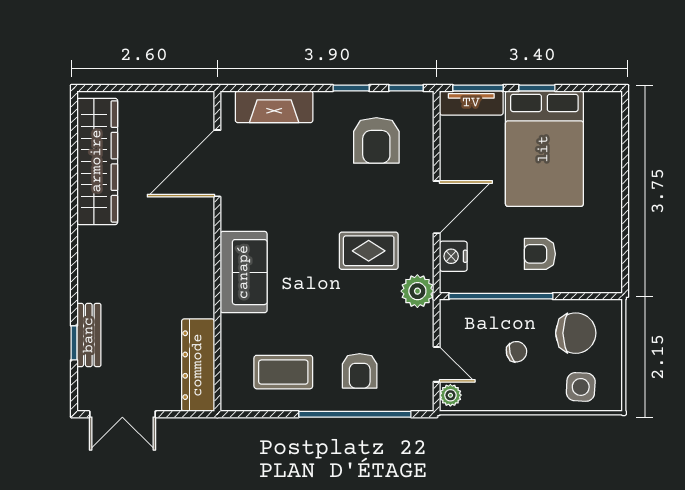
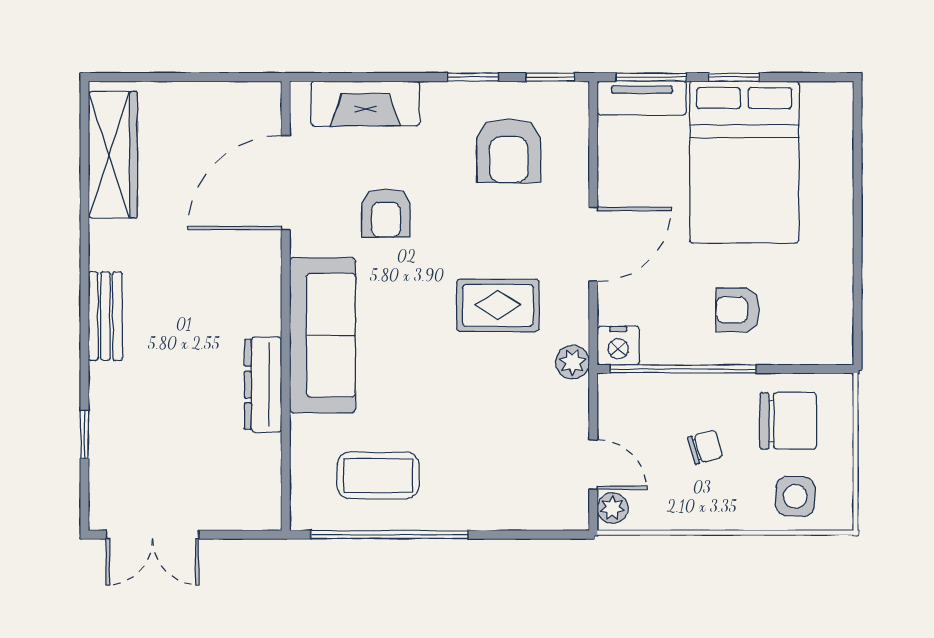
wardrobe: (97, 161) -> (113, 155), width x0.71, depth x0.85
nightstand: (453, 256) -> (618, 346), moved, turned -90
sofa: (244, 272) -> (323, 335), width x1.36
plant: (417, 291) -> (573, 362), width x0.73, depth x0.73
bench: (89, 335) -> (105, 316), moved
dresser: (198, 365) -> (263, 385), moved, width x0.73, depth x0.80
armchair: (360, 371) -> (386, 213), moved
window: (355, 414) -> (390, 535), moved

